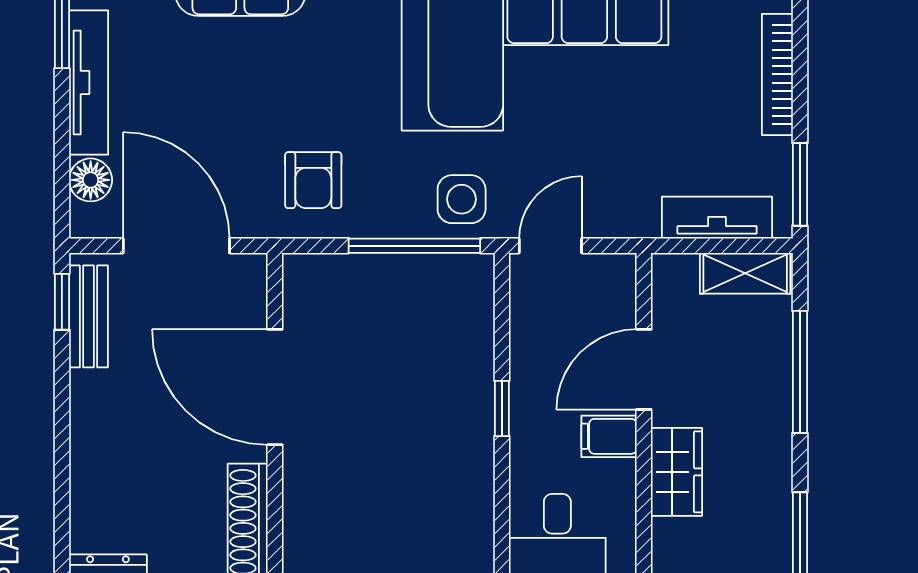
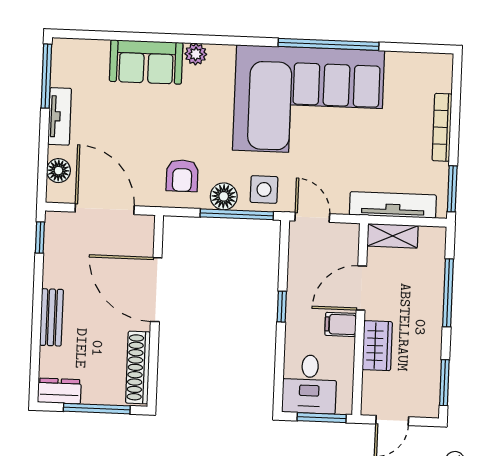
tv unit: (89, 82) -> (60, 116), width x0.71
floor lamp: (390, 214) -> (224, 196), added
tv unit: (717, 218) -> (393, 205), width x1.41
door: (550, 246) -> (312, 217), hinge flipped
shelving: (745, 273) -> (393, 236), moved
bench: (88, 316) -> (51, 317), moved

